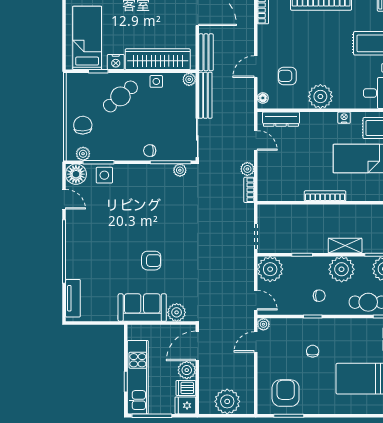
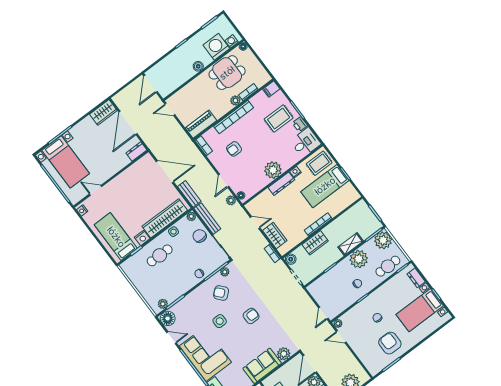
armchair: (287, 76) -> (234, 149), moved
cafe table: (120, 96) -> (160, 255), turned 41
dresser: (281, 119) -> (281, 184), moved
chair: (83, 125) -> (200, 236), moved
plant: (247, 169) -> (231, 200), moved
wardrobe: (267, 172) -> (275, 235), added
side table: (104, 175) -> (220, 321), moved
armchair: (158, 191) -> (221, 293), added
boiler: (265, 212) -> (291, 259), added
wardrobe: (306, 214) -> (315, 243), added
corner sofa: (88, 246) -> (205, 354), added
armchair: (151, 261) -> (251, 316), moved
plant: (270, 269) -> (318, 289), removed
door: (256, 300) -> (323, 313), swing flipped
door: (256, 342) -> (341, 337), hinge flipped
armchair: (286, 393) -> (390, 343), moved

